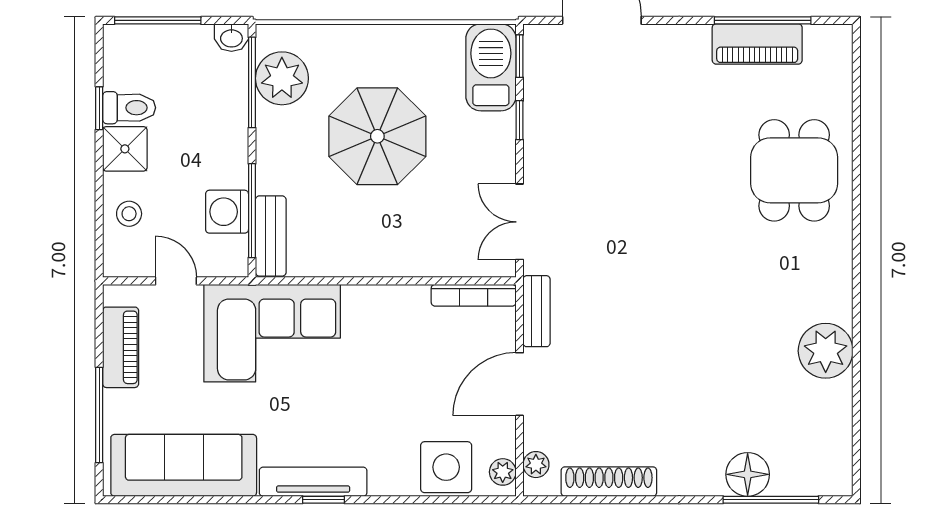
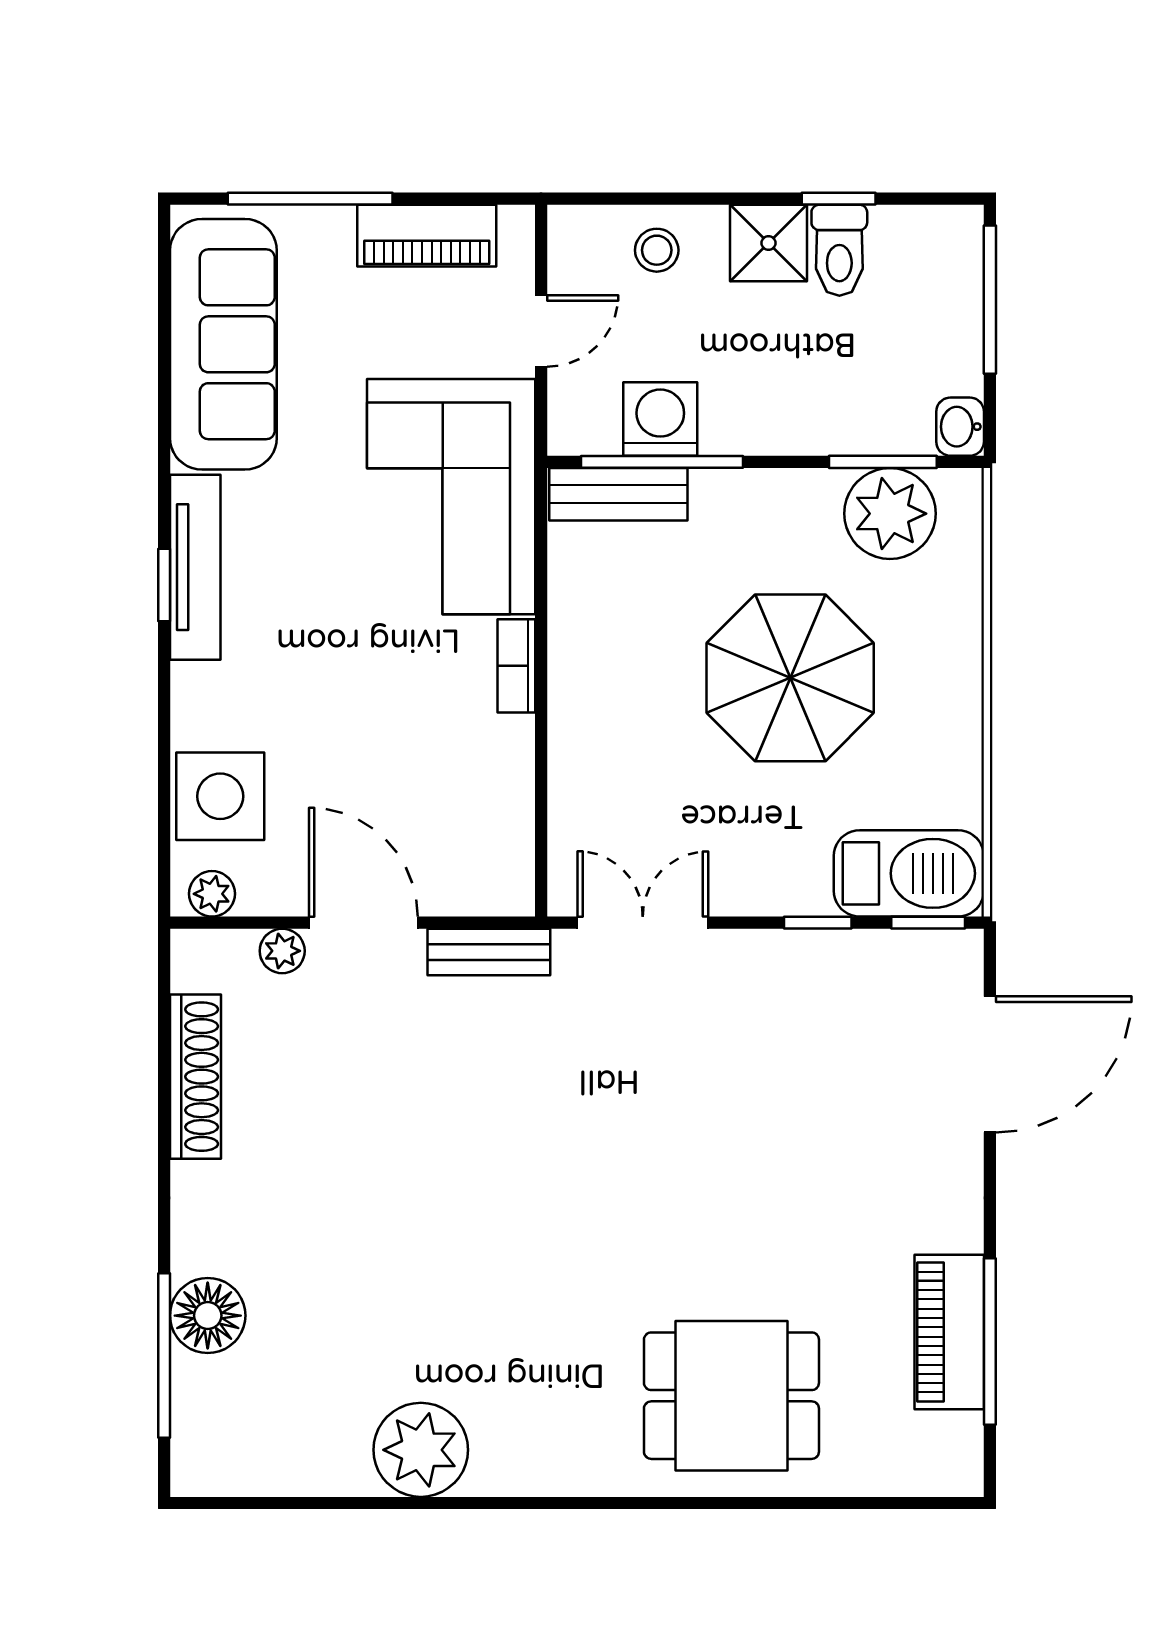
window: (252, 82) -> (883, 462), width x0.69
bookcase: (474, 295) -> (516, 666), moved, width x0.64
plant: (536, 465) -> (282, 951), moved

